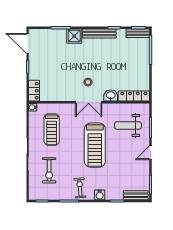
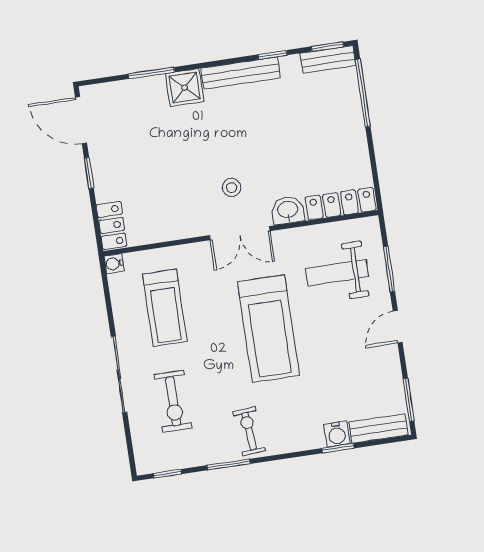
water cooler: (100, 195) -> (337, 434), moved

